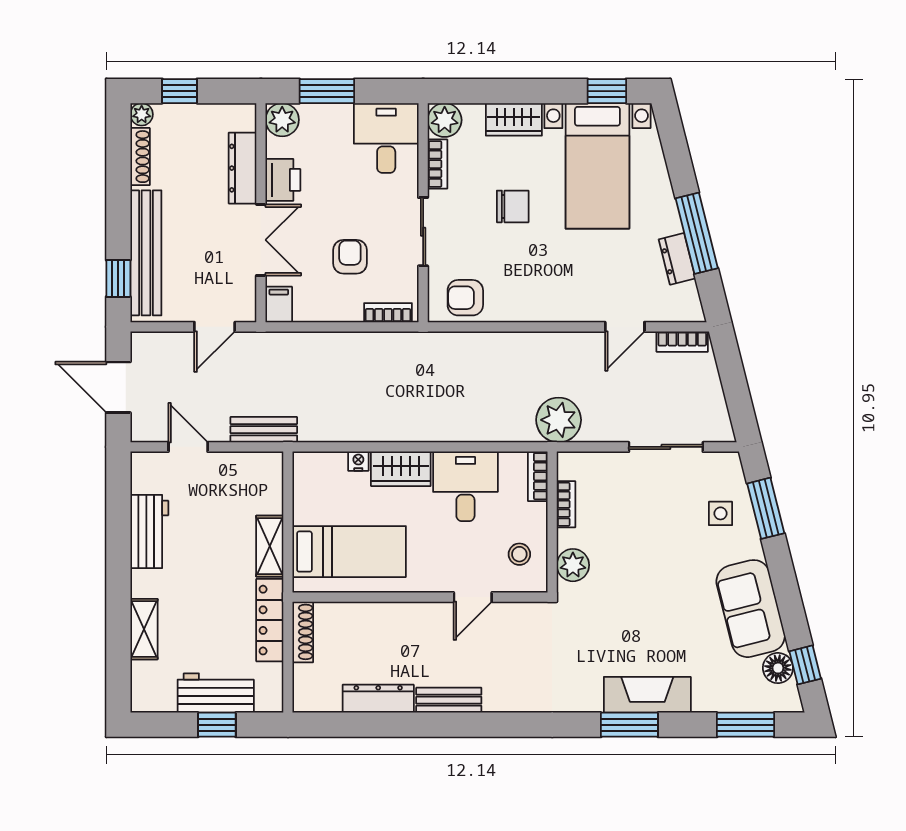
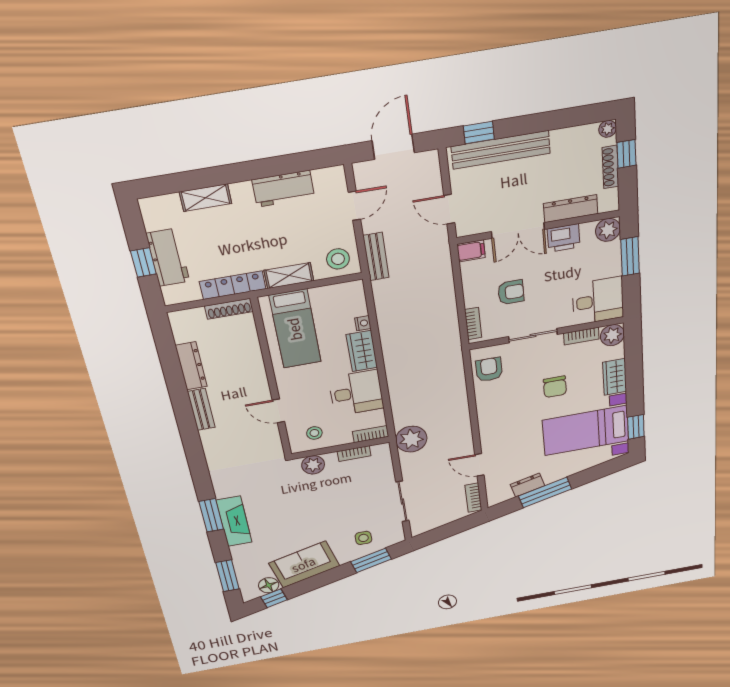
shoe rack: (140, 157) -> (610, 167), moved, turned 90
stool: (258, 479) -> (338, 259), added

